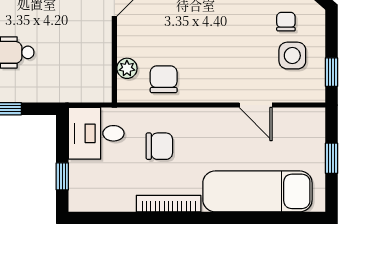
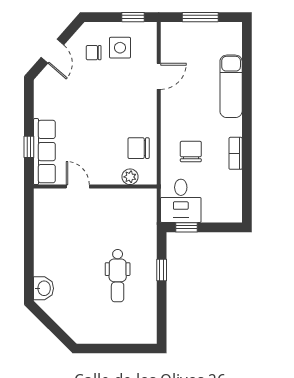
window: (332, 158) -> (200, 17), width x1.50
window: (62, 176) -> (187, 227), moved
exam couch: (257, 191) -> (231, 86), width x0.73, depth x0.69
bookcase: (169, 204) -> (236, 153), width x0.64

